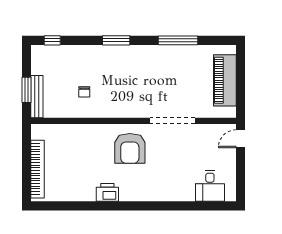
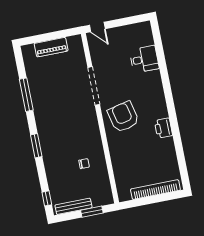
piano: (225, 80) -> (51, 47), width x0.73, depth x0.75
bench: (37, 97) -> (73, 206), moved
armchair: (130, 148) -> (123, 117), turned -103
desk: (210, 186) -> (144, 59), moved

